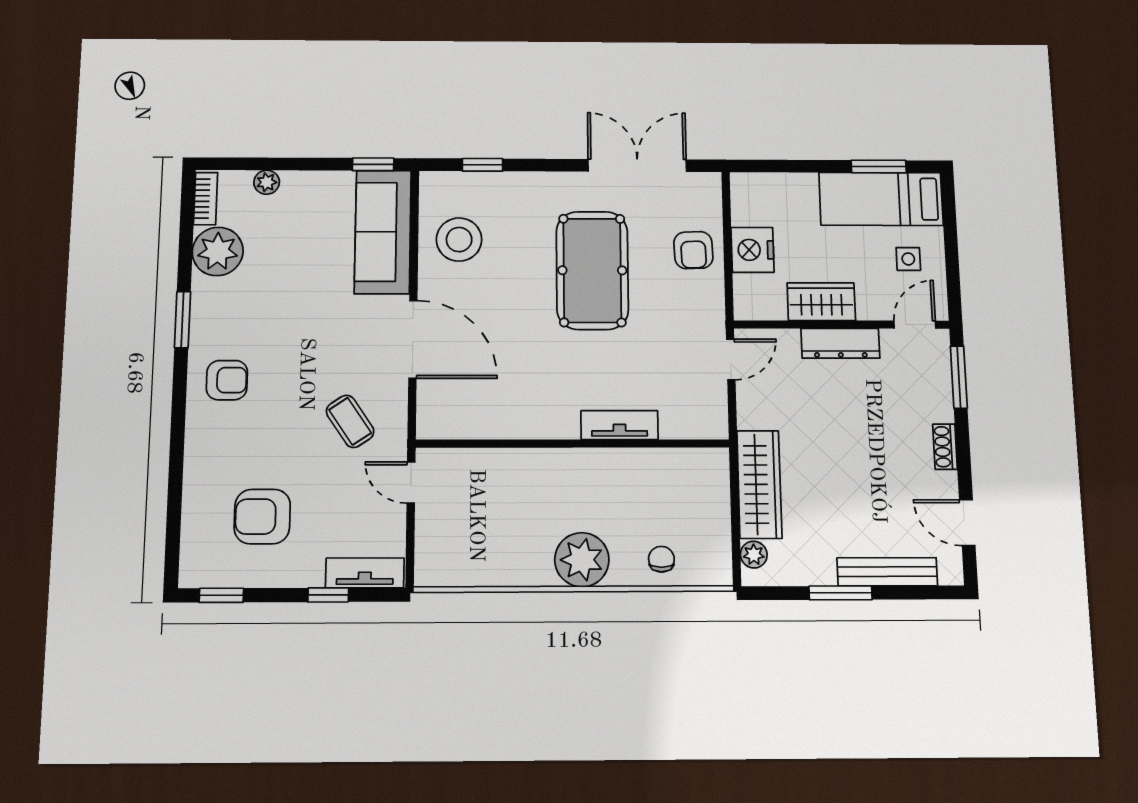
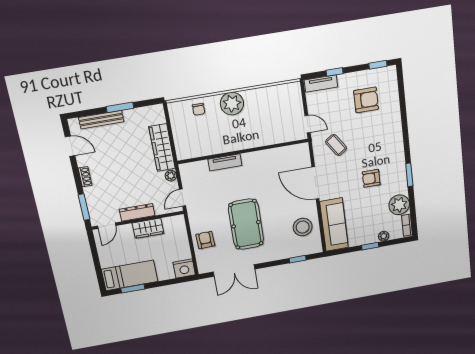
window: (373, 164) -> (370, 246), moved
nightstand: (753, 250) -> (184, 268), moved, turned 90
side table: (908, 259) -> (114, 253), removed
armchair: (227, 380) -> (371, 178), moved
plant: (754, 555) -> (171, 176), moved

